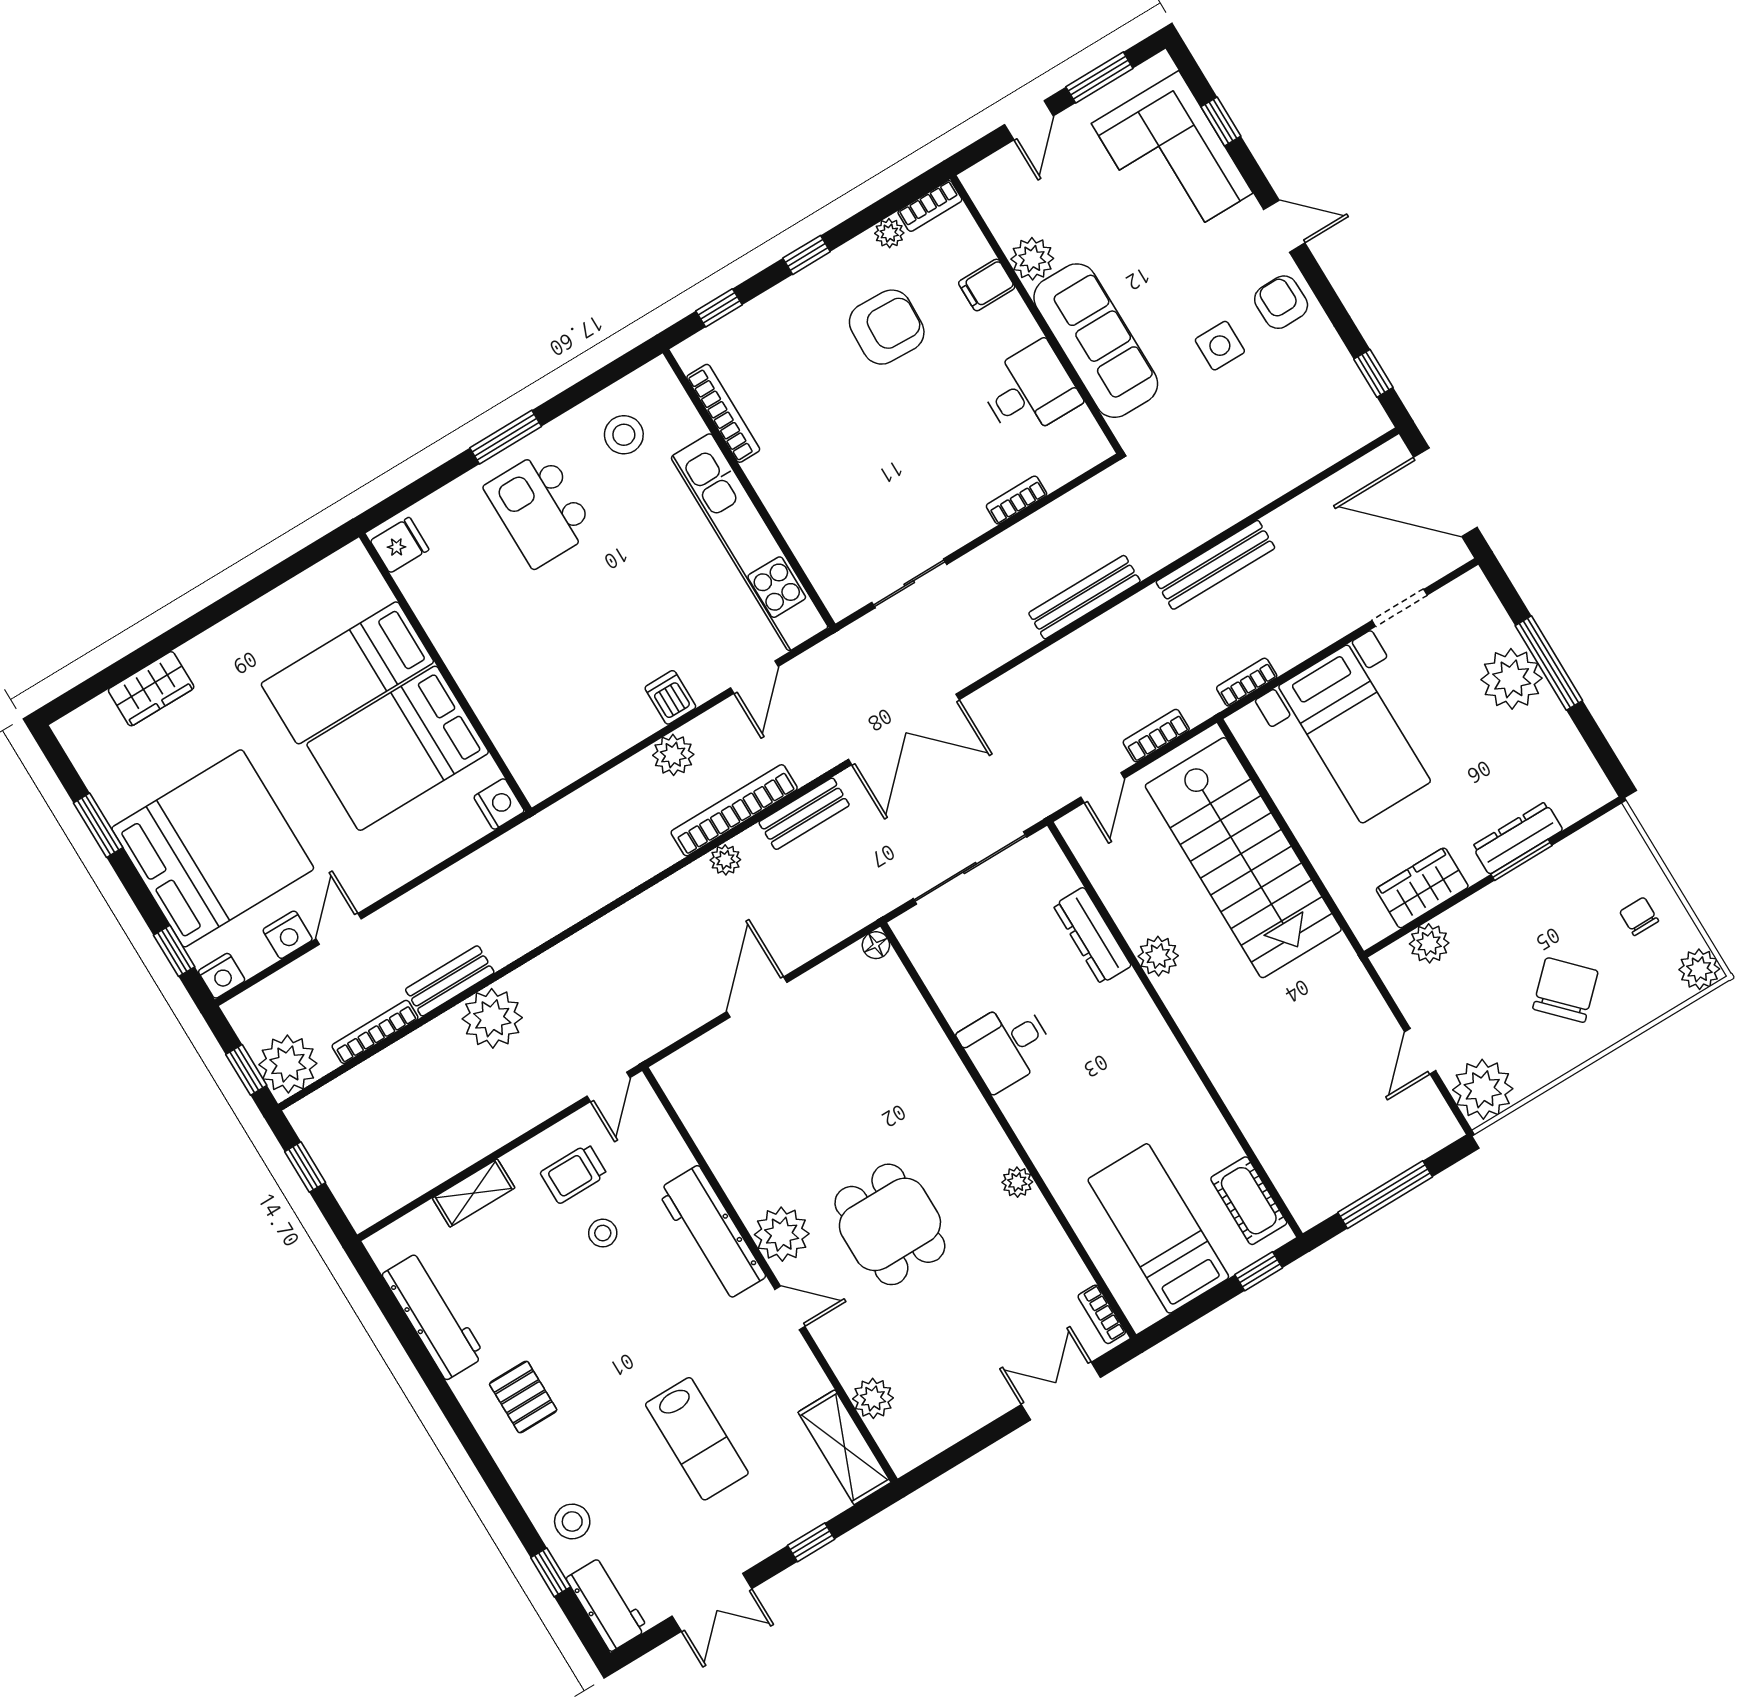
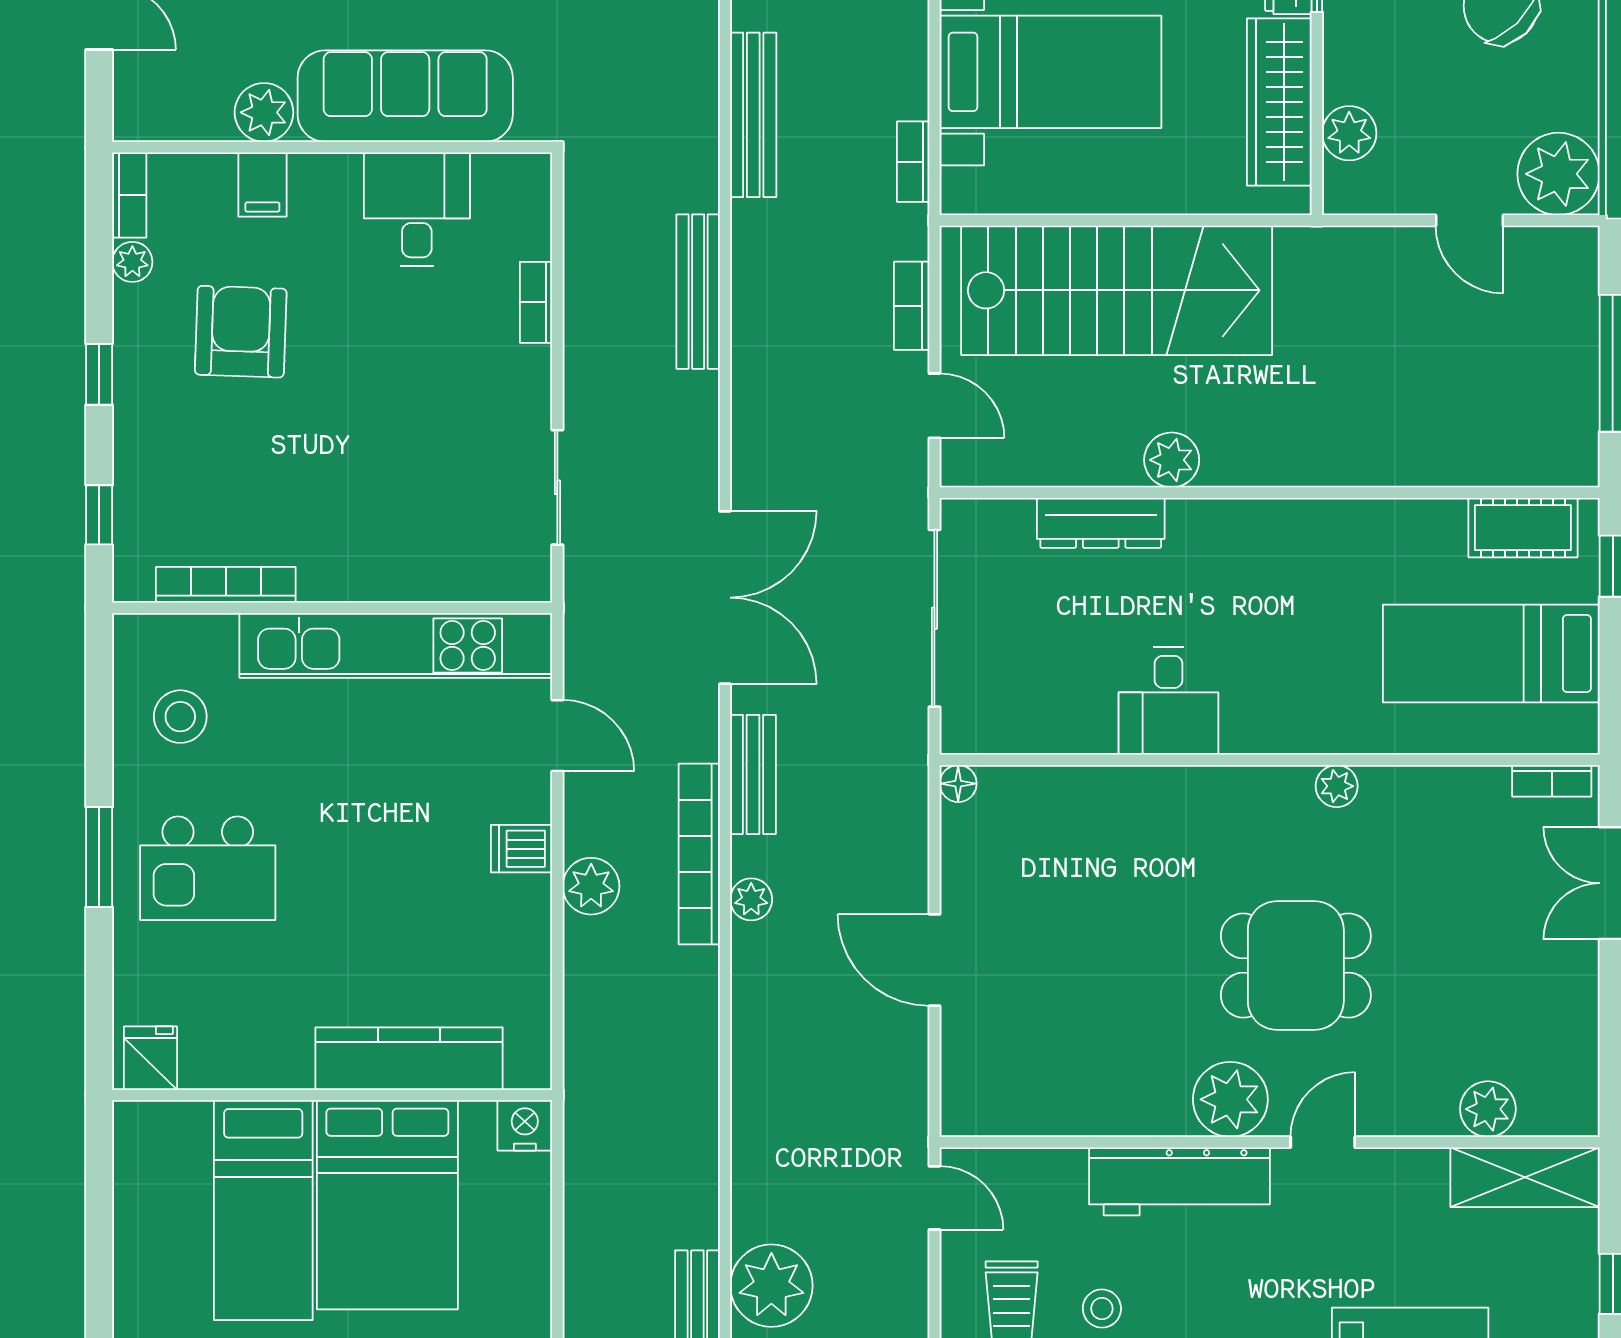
kitchen counter: (497, 707) -> (409, 1059), added
wardrobe: (1422, 888) -> (1279, 102), width x1.50

